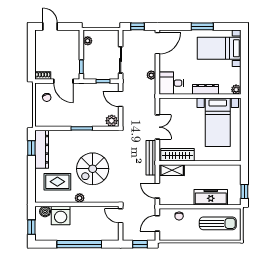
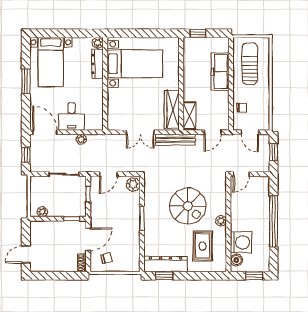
desk: (171, 83) -> (72, 116), moved
dresser: (206, 89) -> (97, 64), moved
double door: (157, 127) -> (140, 132), swing flipped
window: (244, 192) -> (198, 33), moved

